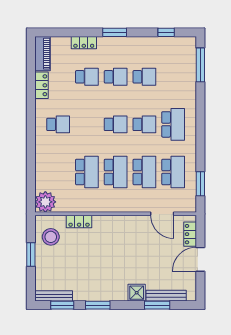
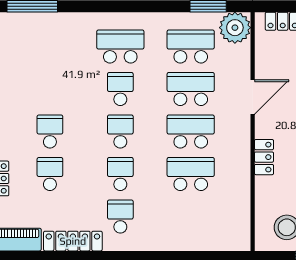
school desk: (144, 77) -> (120, 174), moved
locker: (42, 85) -> (73, 241), width x1.53
plant: (45, 202) -> (235, 28), moved
door: (162, 214) -> (253, 97), moved
locker: (79, 221) -> (264, 157), moved

